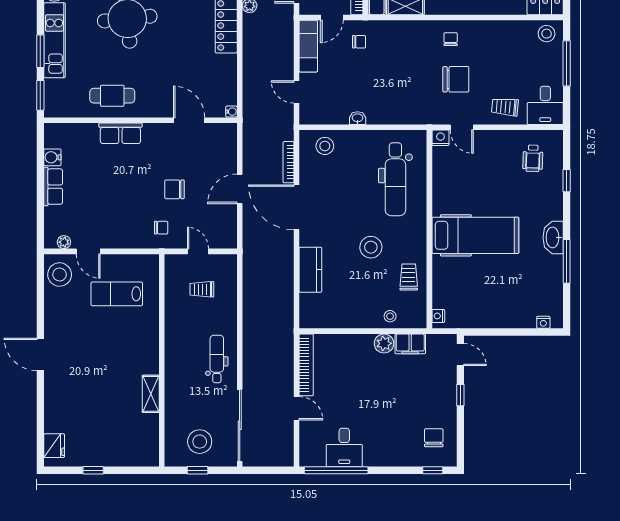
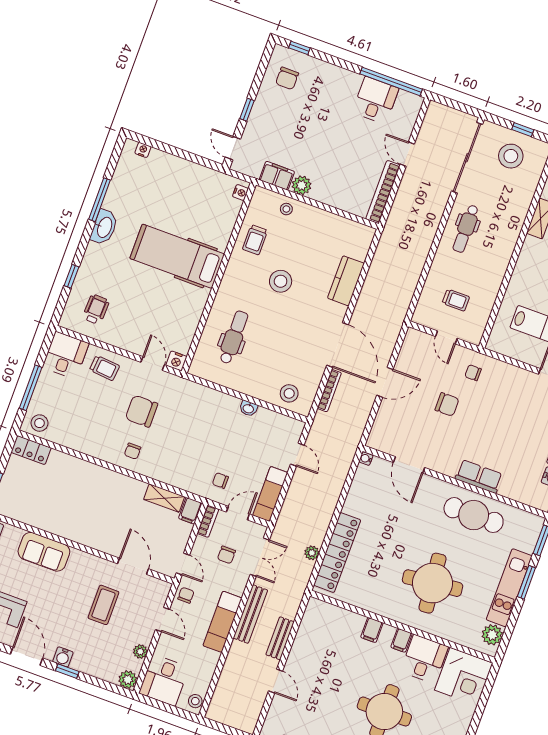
cafe table: (112, 96) -> (474, 515), width x1.37, depth x1.35
dental chair: (395, 179) -> (234, 337), width x0.73, depth x0.72

